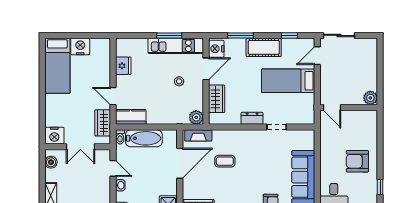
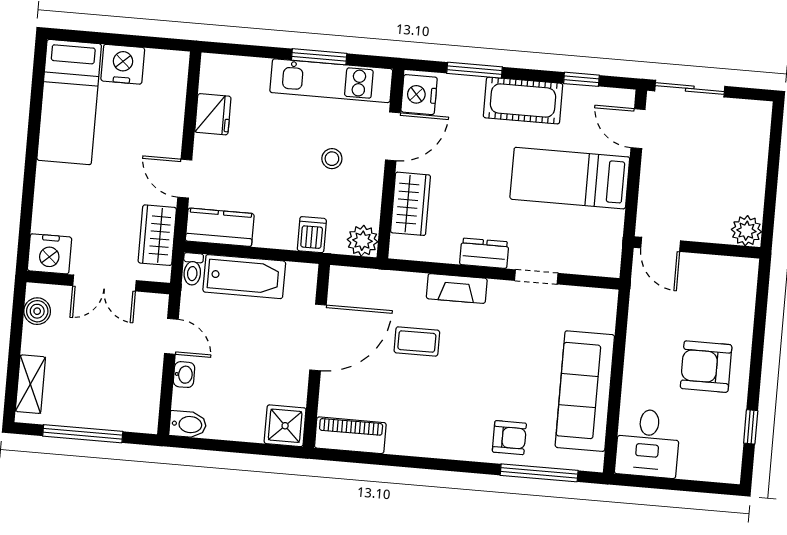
door: (317, 56) -> (638, 129), hinge flipped
dishwasher: (173, 117) -> (312, 235), added
fireplace: (198, 135) -> (457, 289), moved

